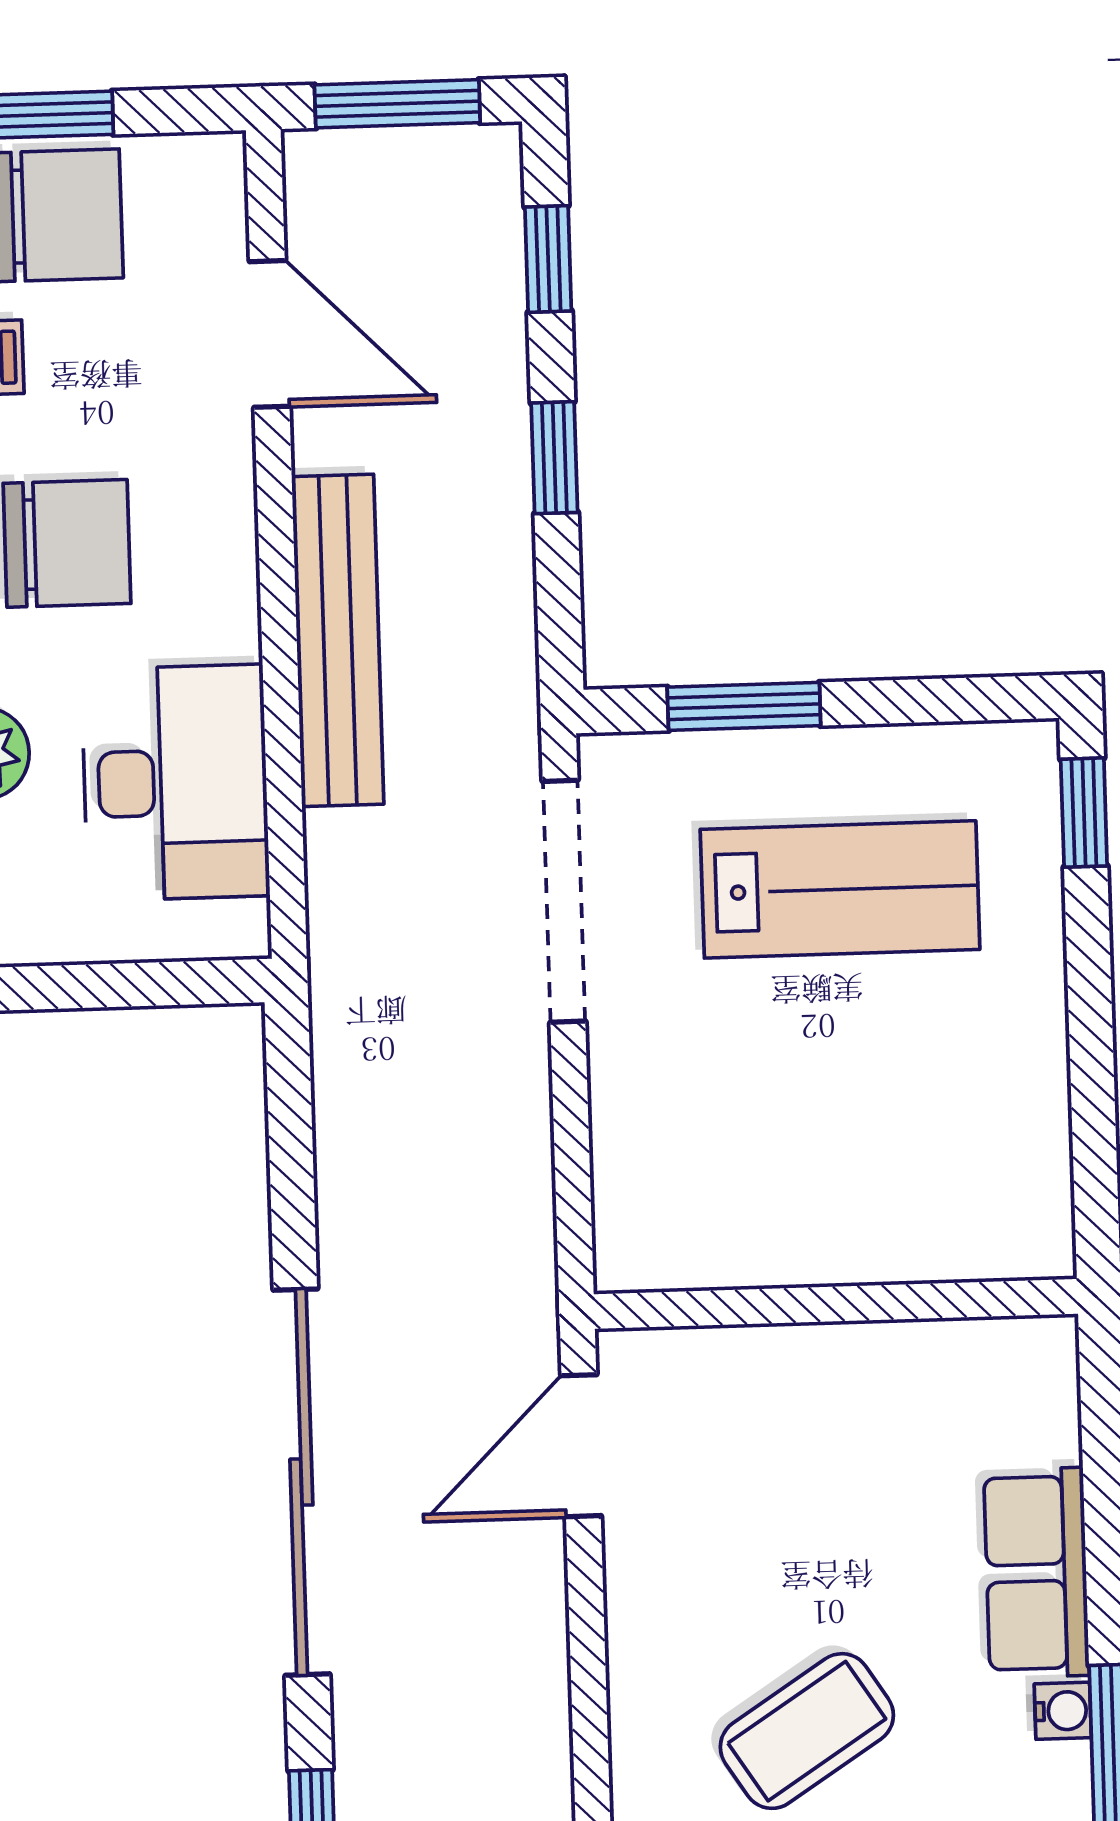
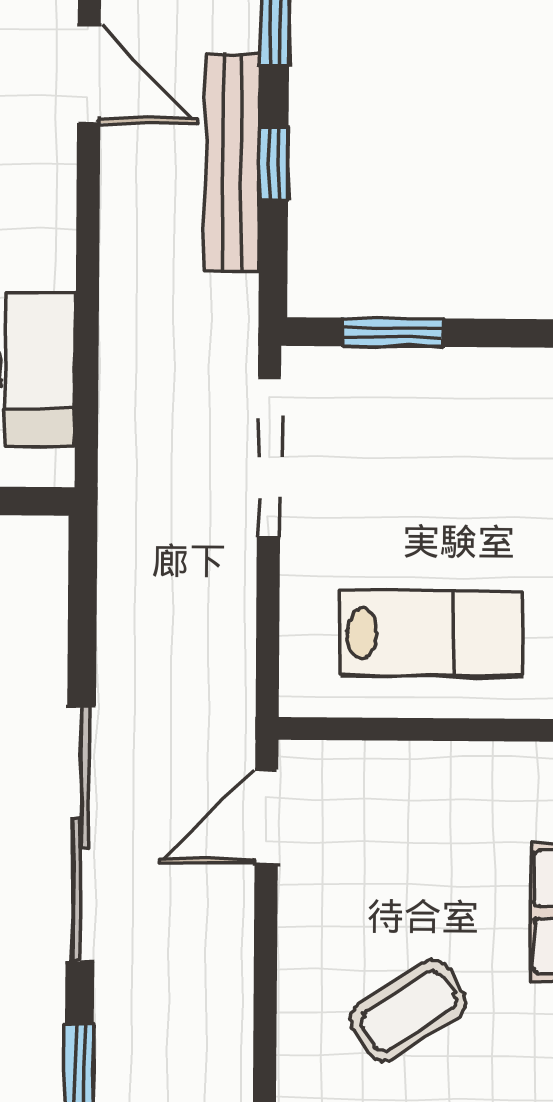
bench: (338, 640) -> (232, 163), moved
lab bench: (840, 889) -> (432, 633), moved

